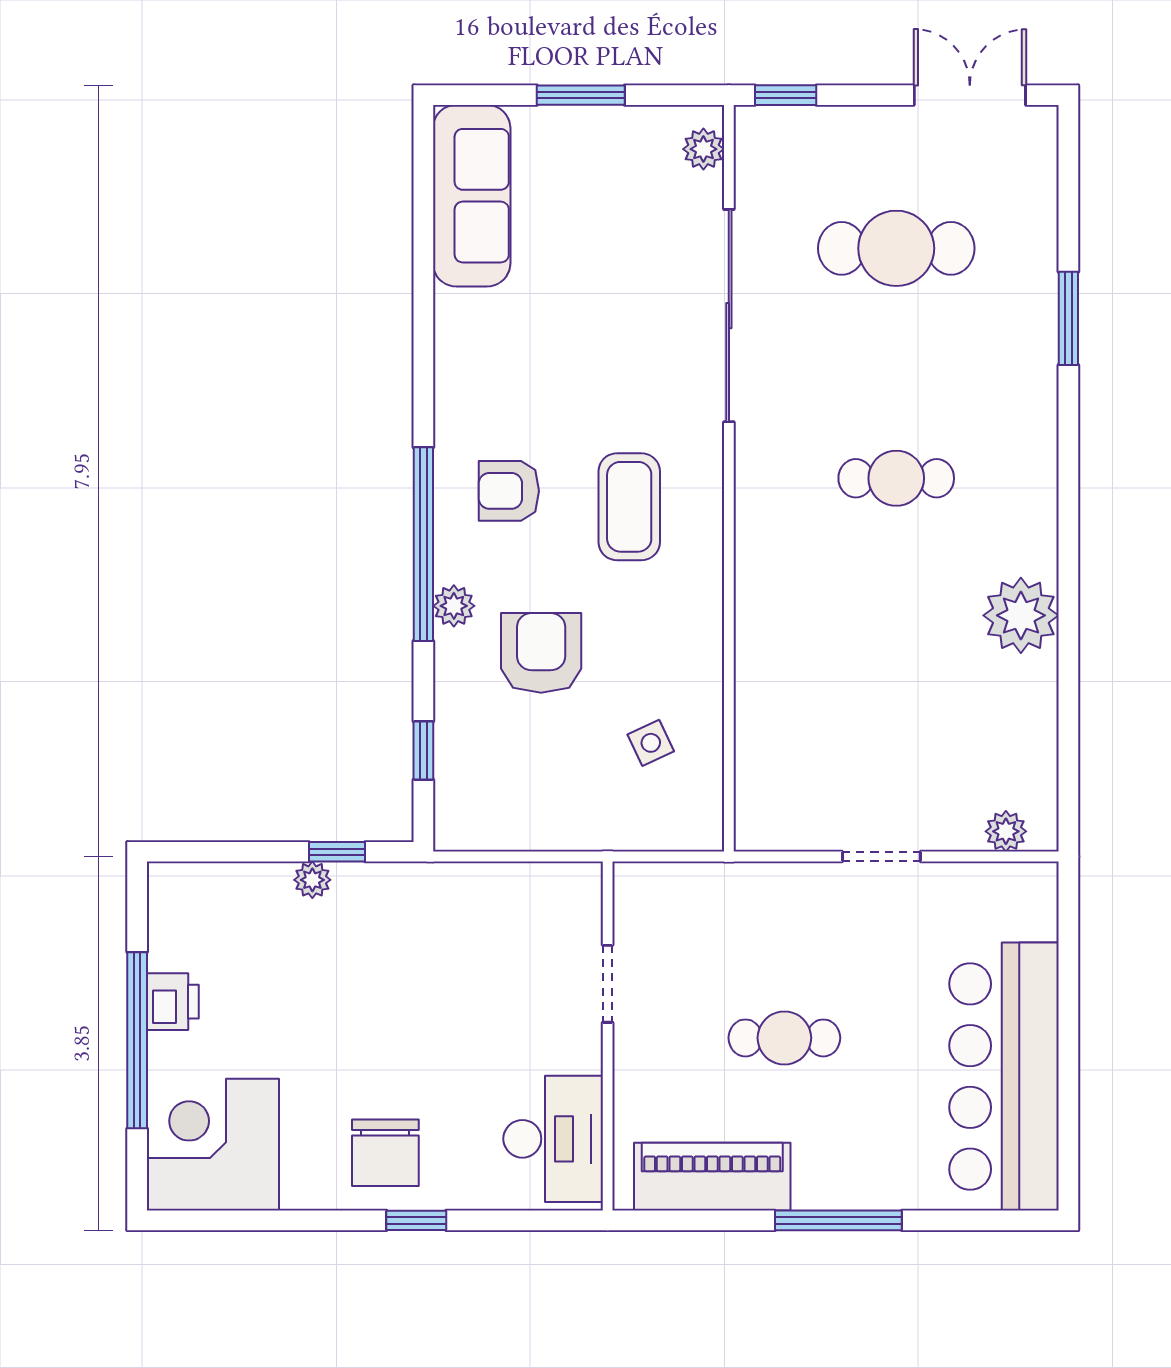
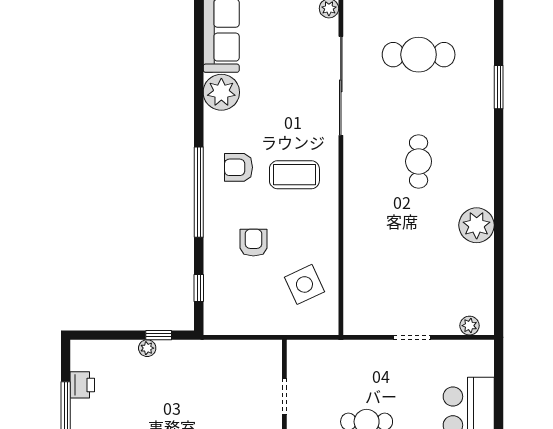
cafe table: (896, 478) -> (419, 161), turned 90
coffee table: (629, 507) -> (294, 175), turned 90
plant: (454, 606) -> (221, 92), moved, width x1.88, depth x1.88
armchair: (541, 653) -> (253, 243), width x0.72, depth x0.72
side table: (651, 743) -> (304, 284), width x1.87, depth x1.87
printer: (173, 1002) -> (82, 385), moved

